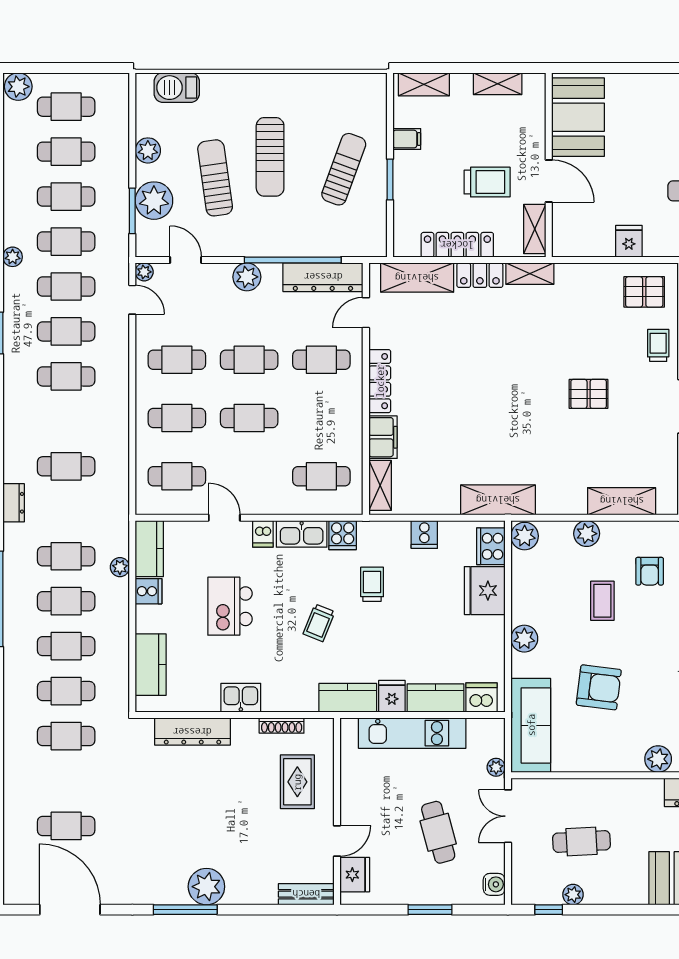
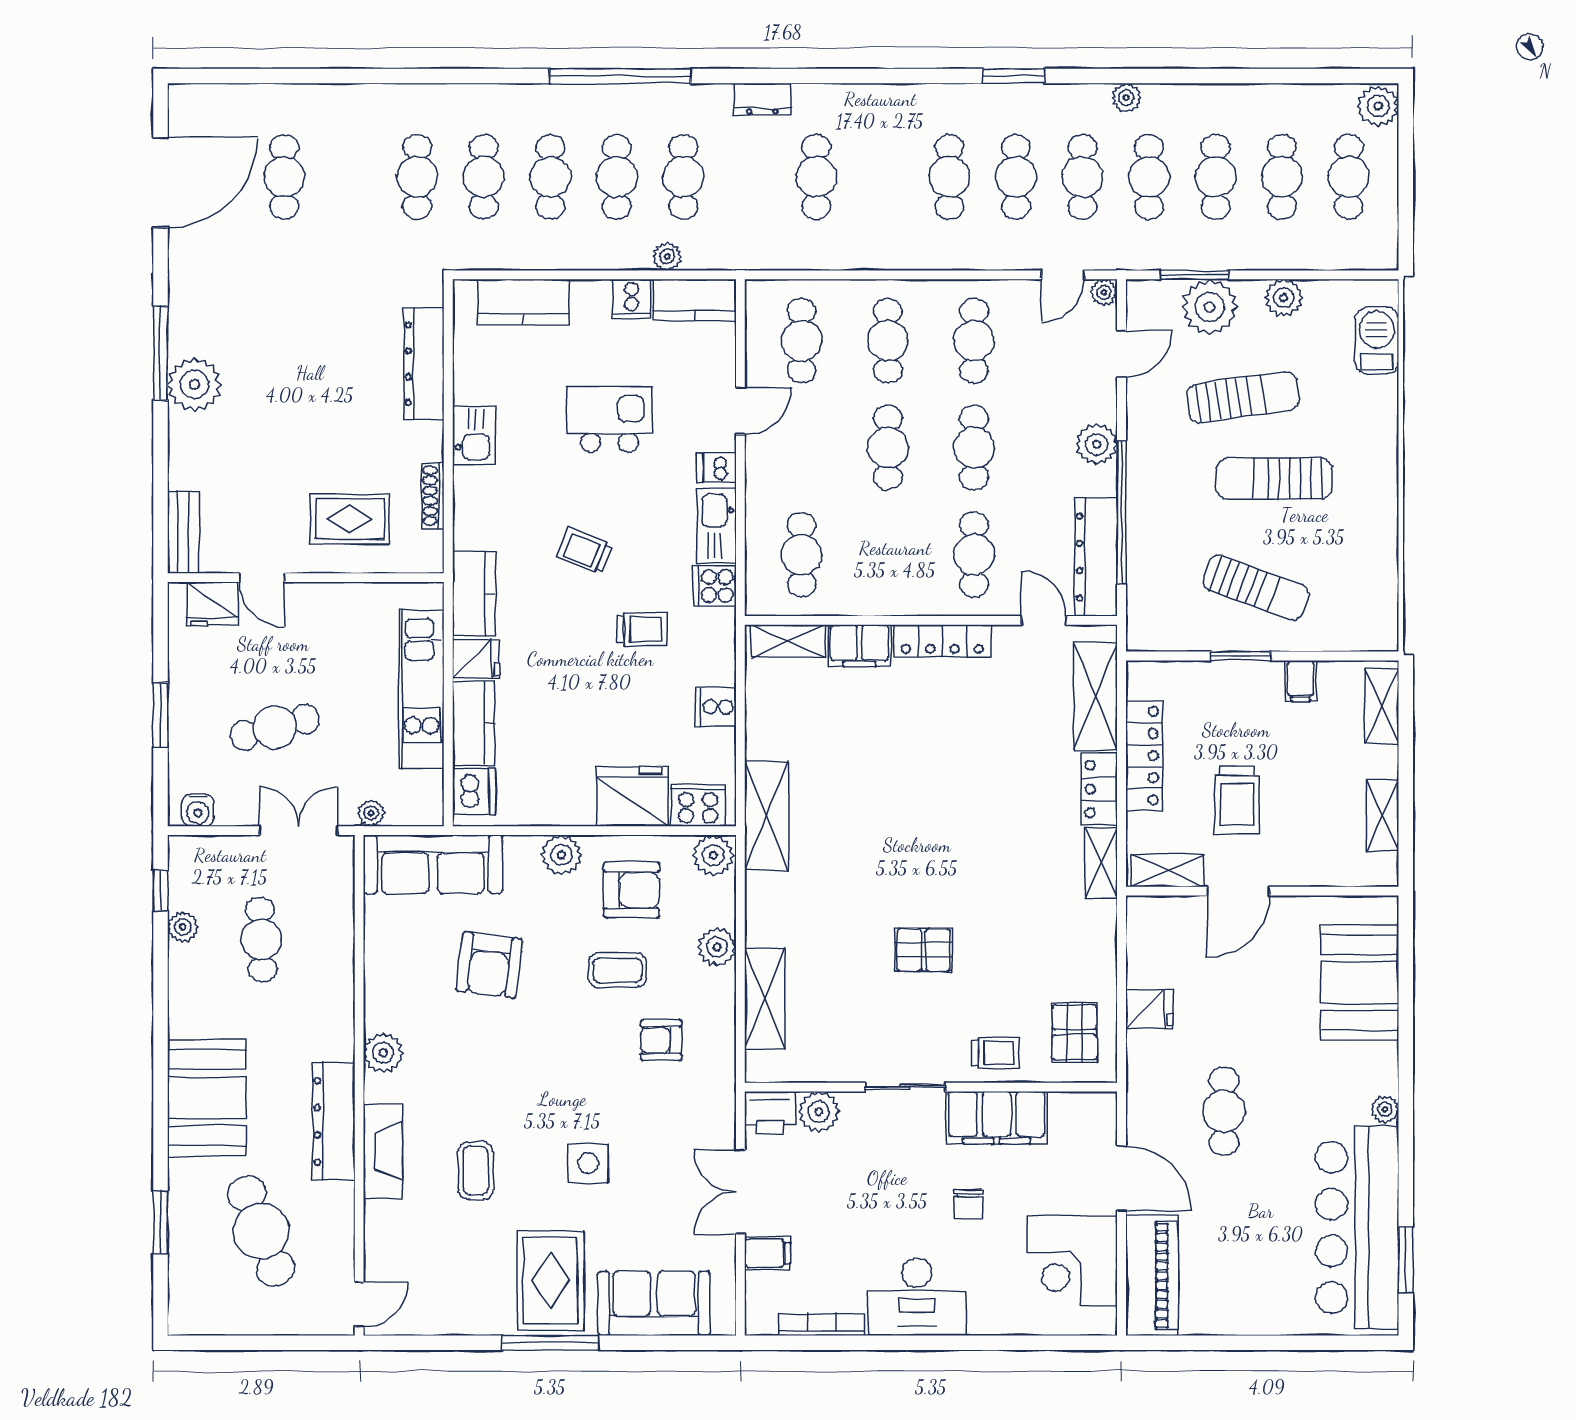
booth: (578, 117) -> (1360, 982), moved, turned 90
pallet: (589, 394) -> (923, 950), turned 90
armchair: (548, 591) -> (631, 890), added

